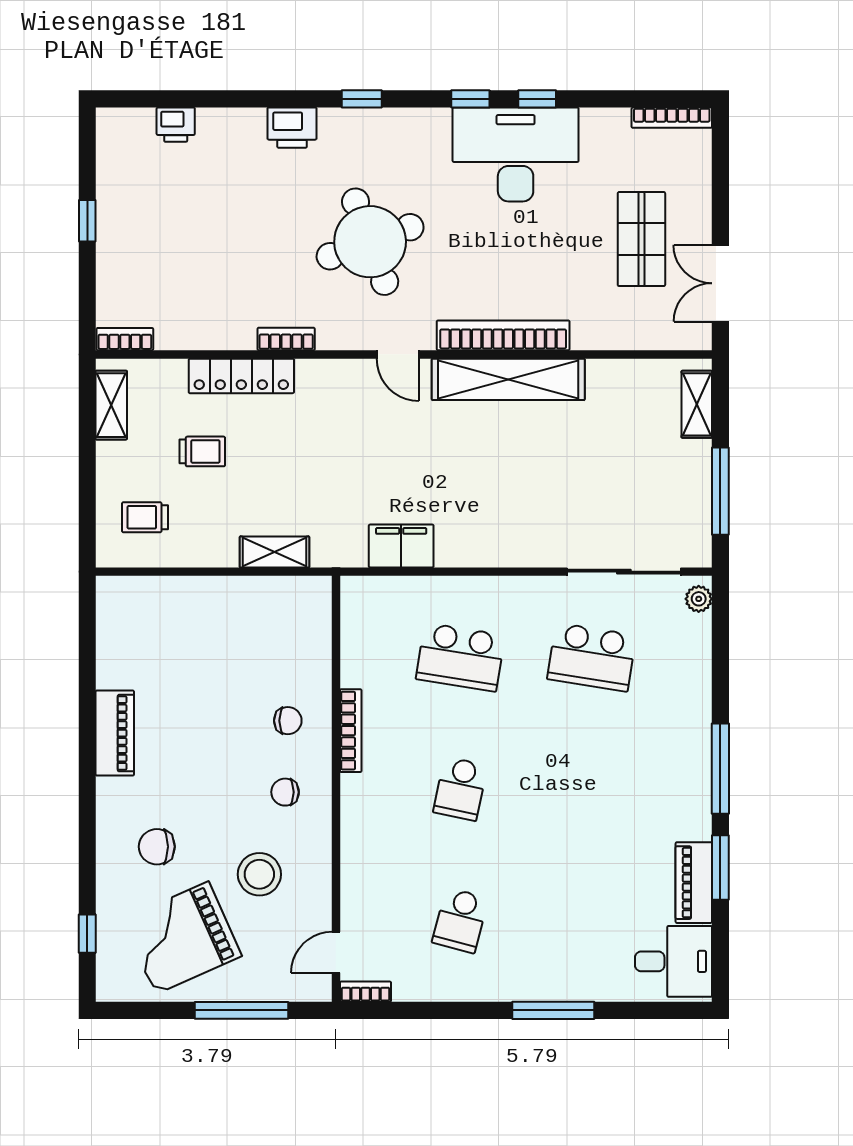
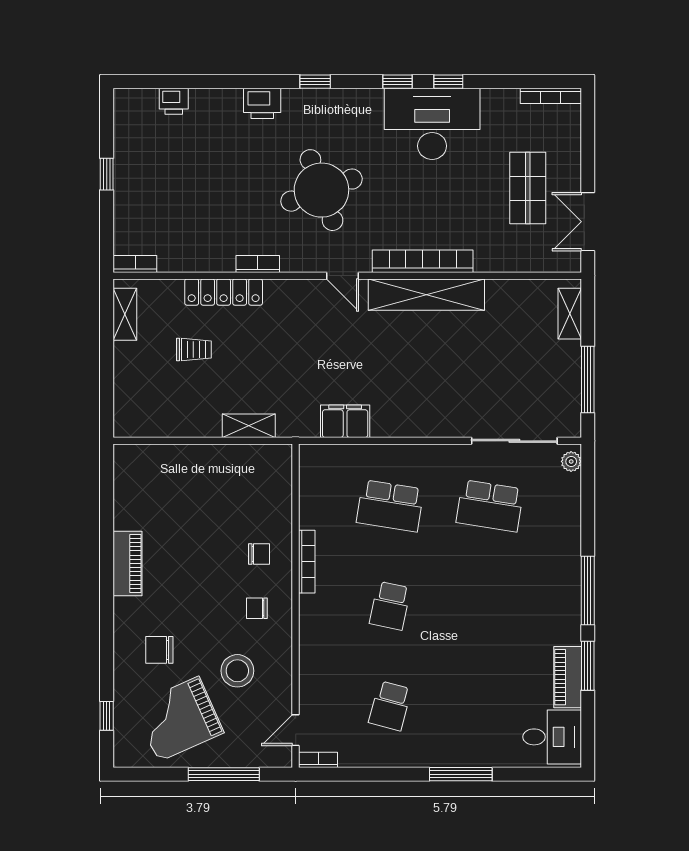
trolley: (145, 517) -> (150, 399), removed

